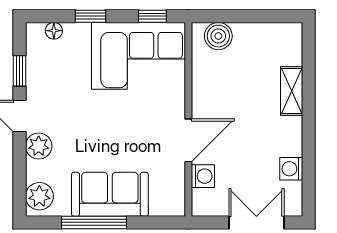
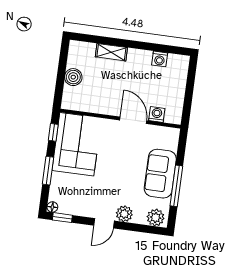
window: (91, 16) -> (48, 171), width x1.50
floor lamp: (54, 31) -> (52, 207), moved
boiler: (218, 36) -> (73, 77), moved
window: (19, 71) -> (62, 218), moved
double door: (256, 222) -> (190, 85), removed

